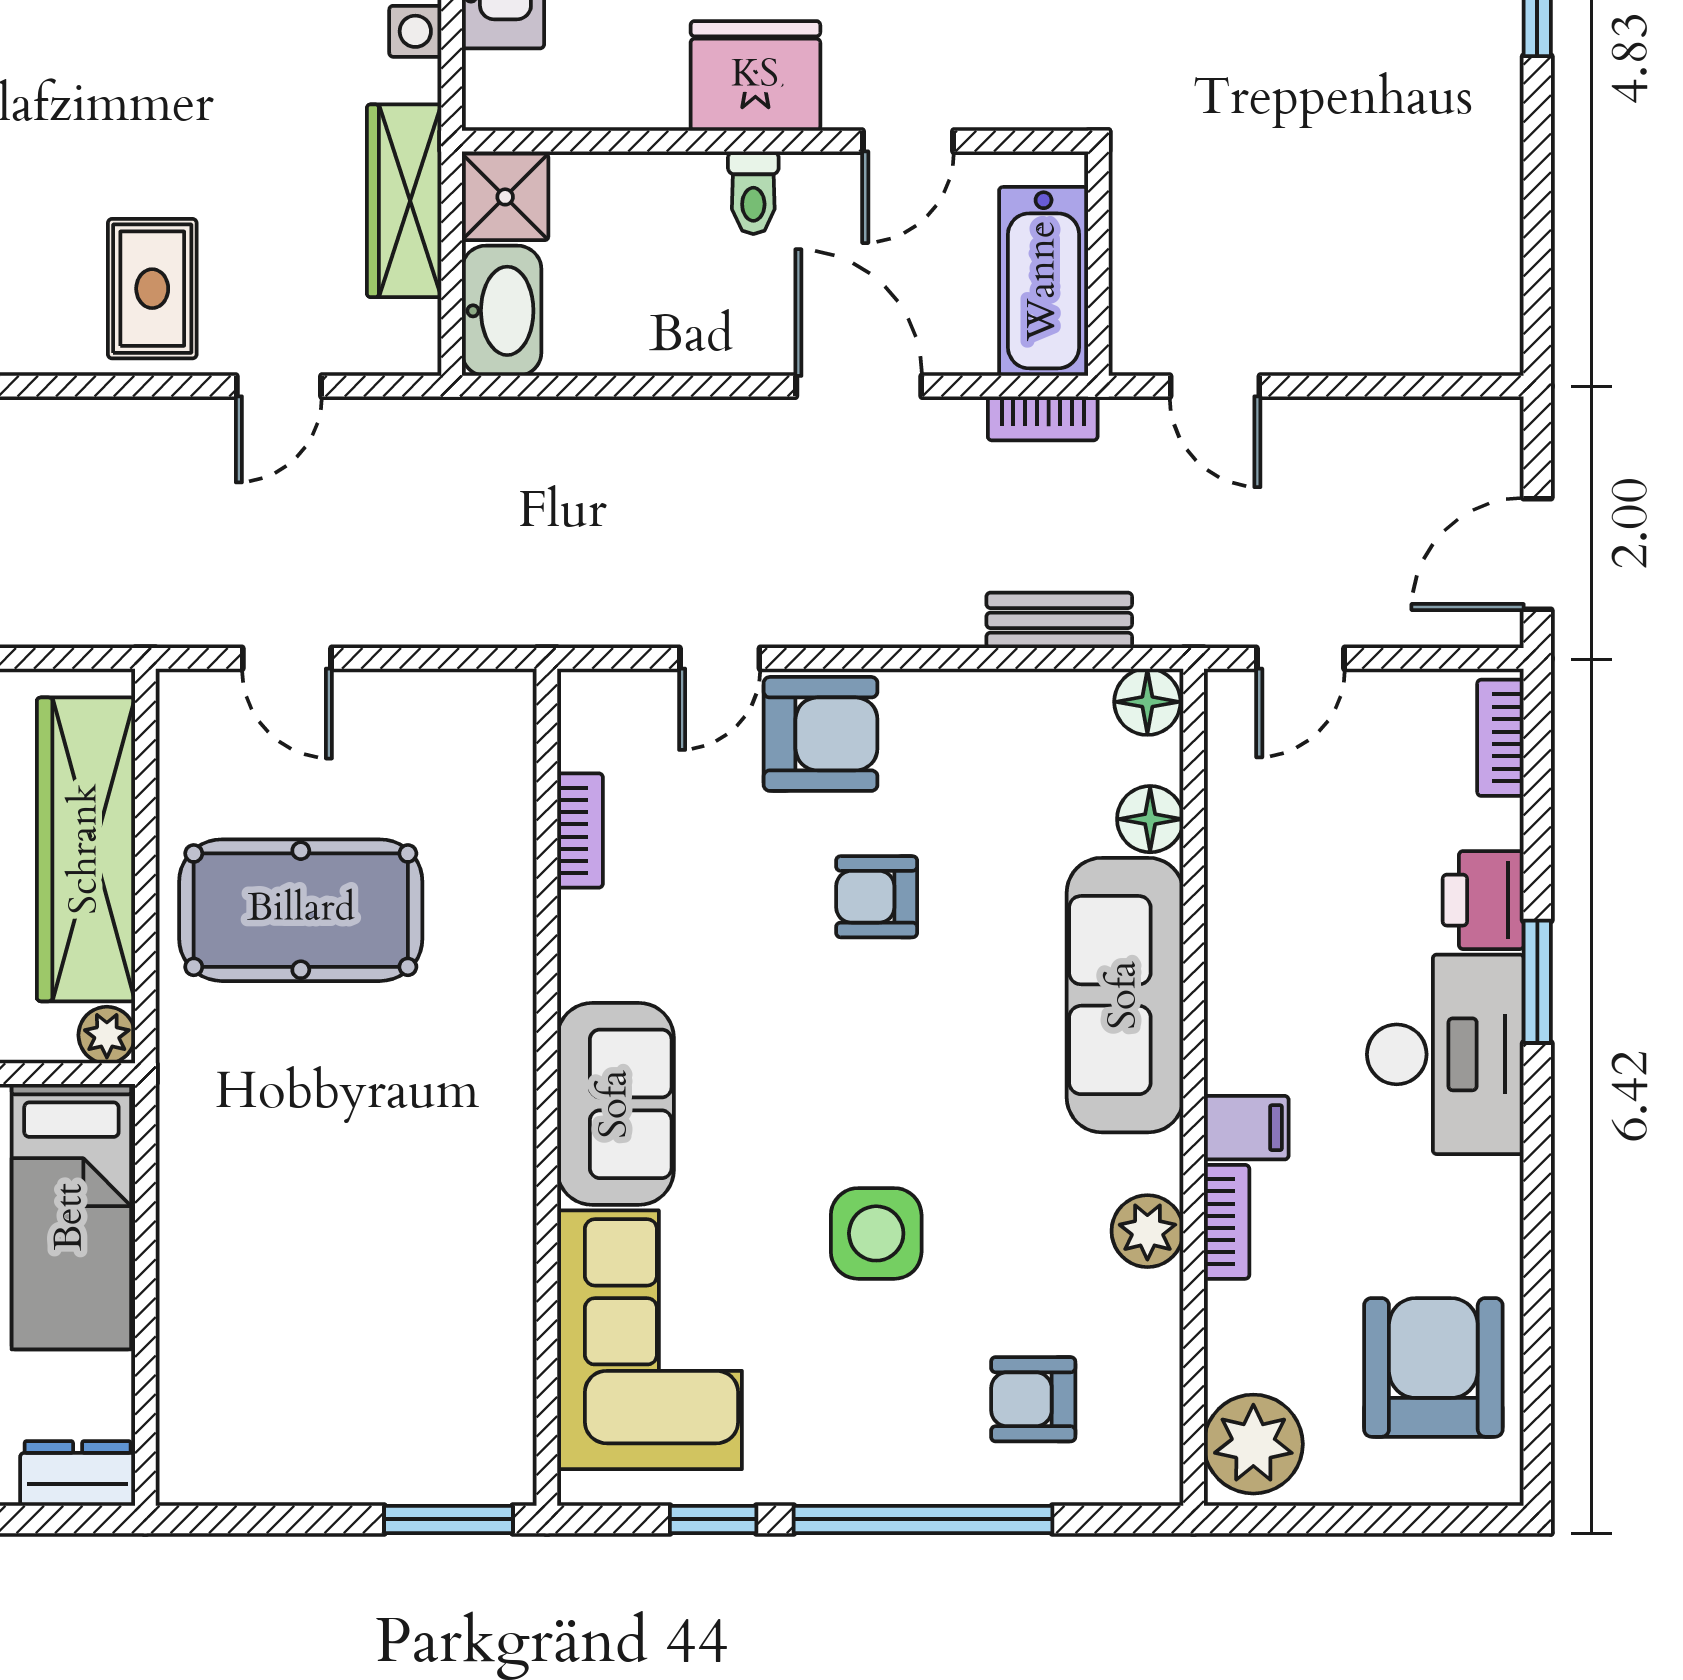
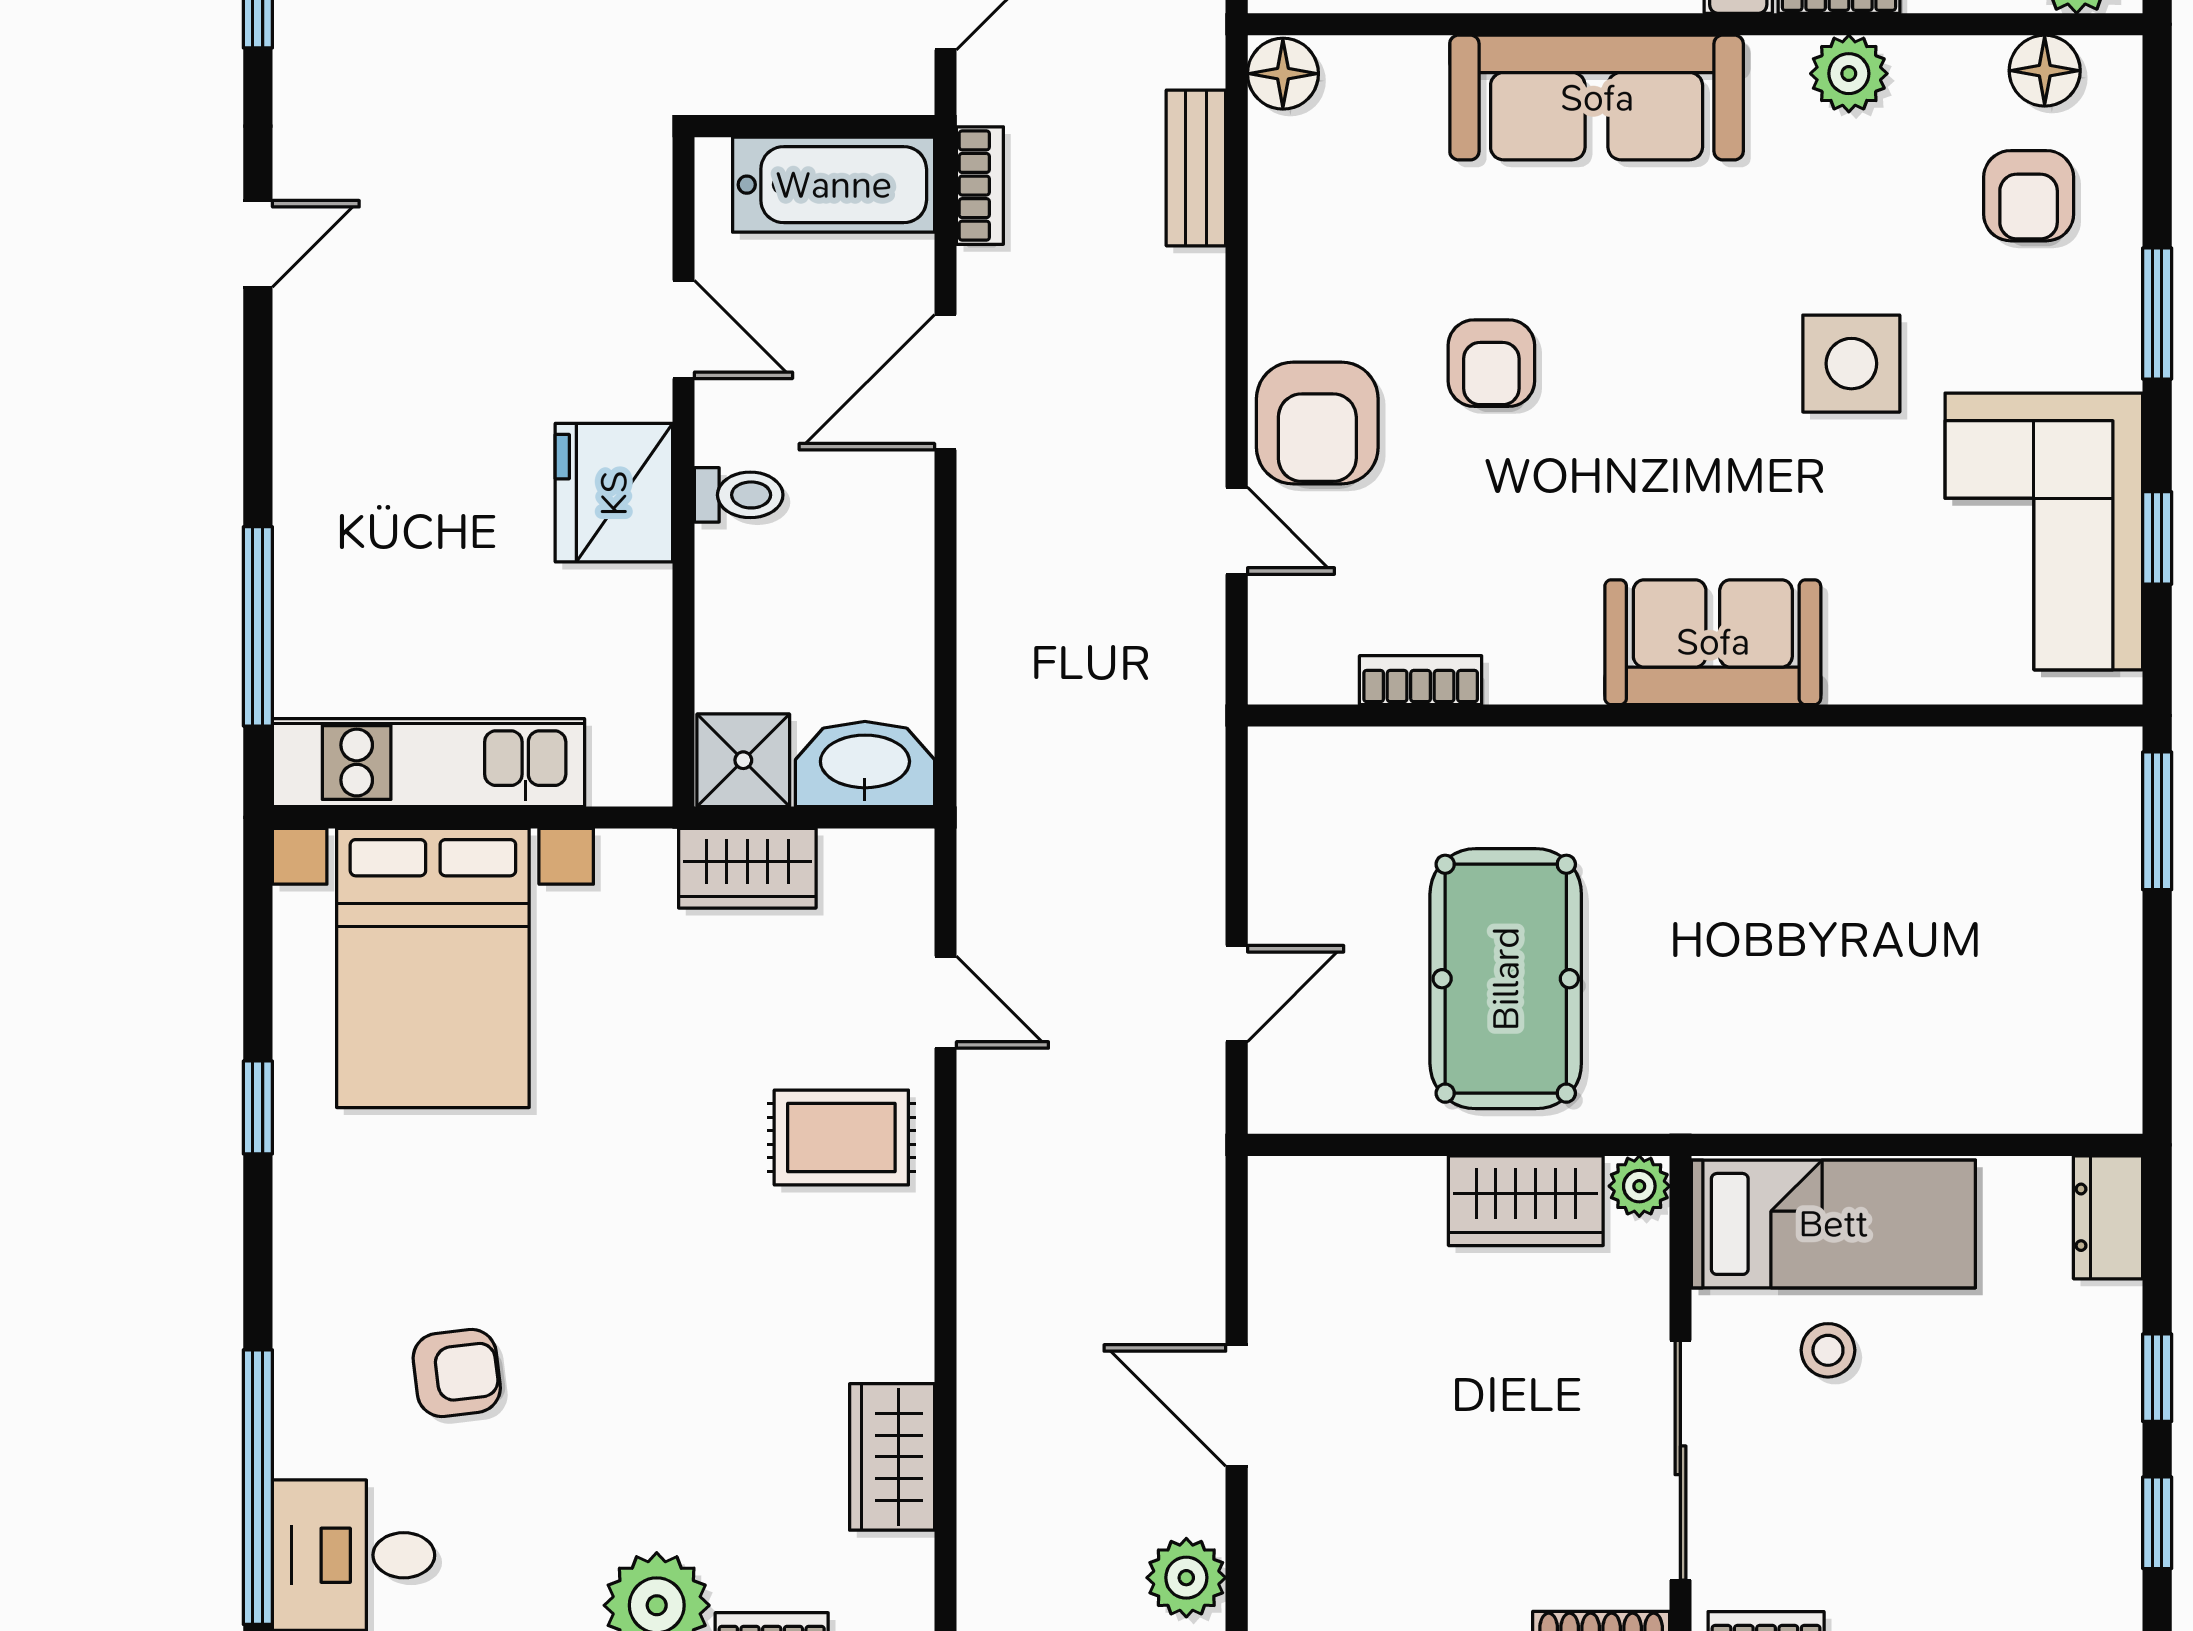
wardrobe: (404, 201) -> (747, 868), width x0.67
armchair: (821, 734) -> (1317, 423), turned 180
floor lamp: (1150, 819) -> (2045, 71), moved
wardrobe: (86, 849) -> (1526, 1201), width x0.48, depth x0.85
corner sofa: (650, 1340) -> (2044, 531), moved, turned -90
window: (923, 1519) -> (2157, 313), width x0.47

